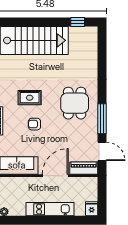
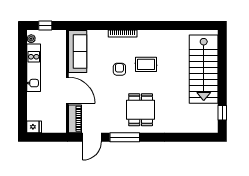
rug: (30, 98) -> (146, 64), turned 90
dining table: (75, 103) -> (141, 110), turned 90
kitchen unit: (50, 209) -> (34, 68), moved

